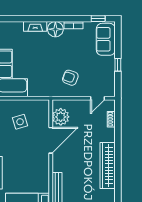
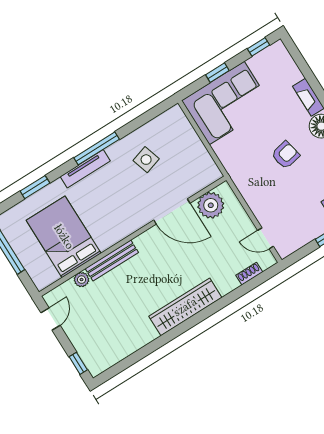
armchair: (70, 78) -> (286, 155), moved, turned 58
side table: (20, 122) -> (146, 160), moved

